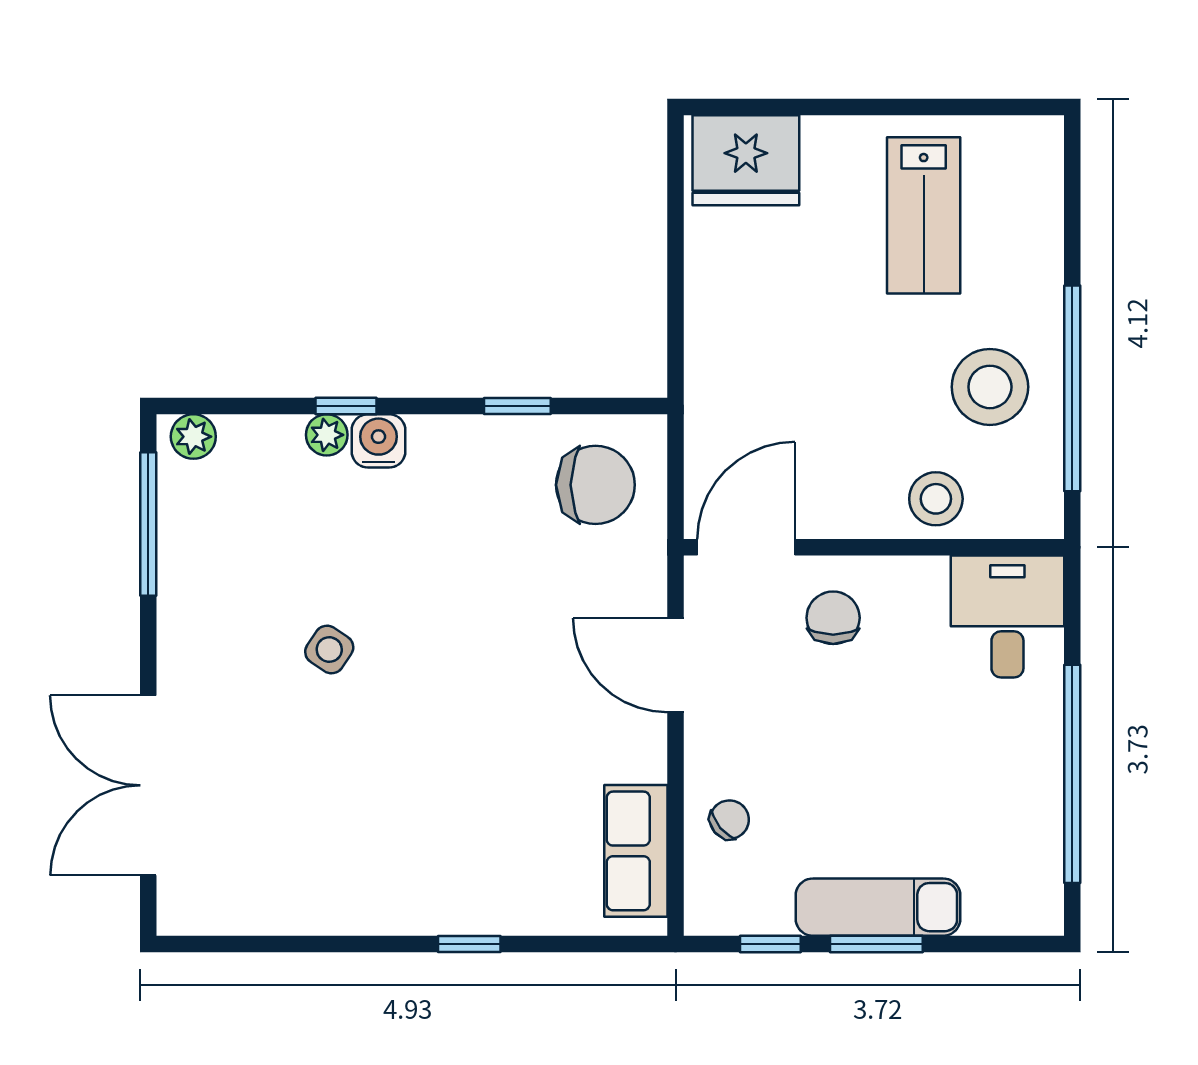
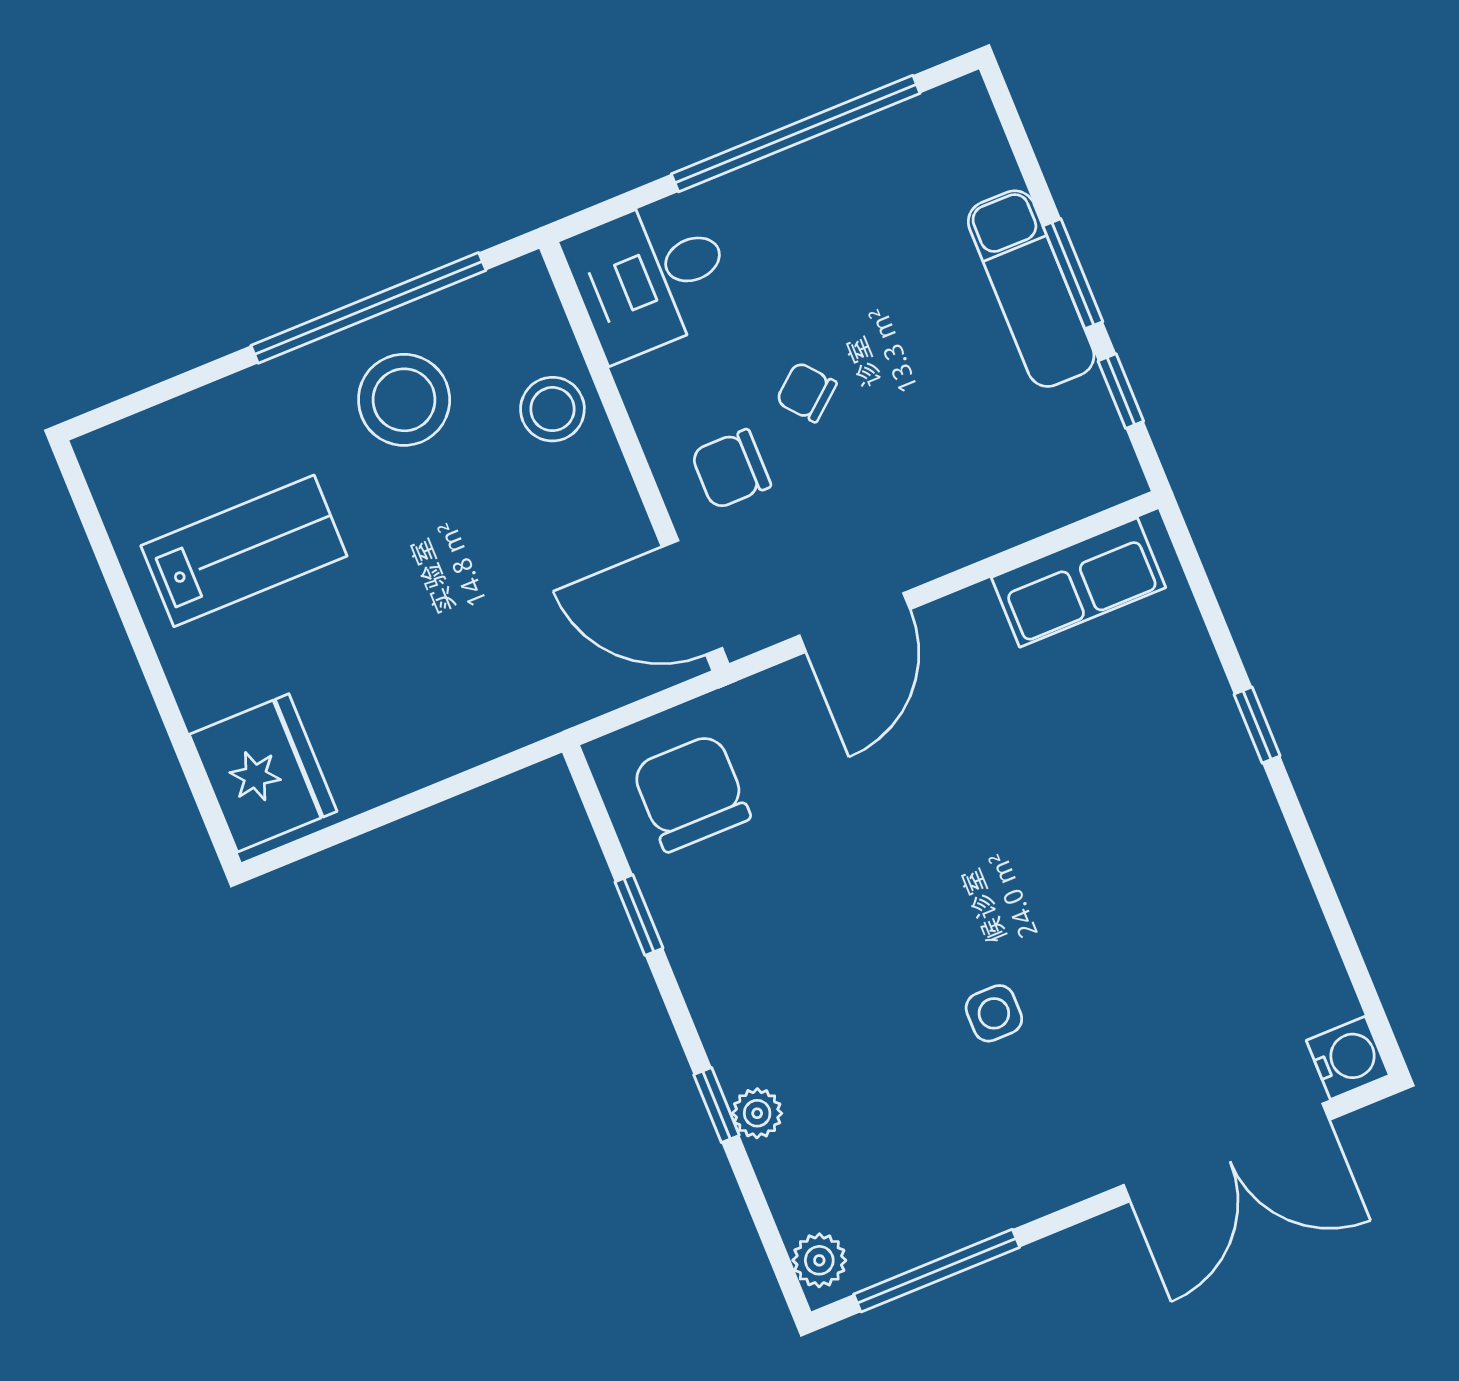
water cooler: (378, 441) -> (1348, 1058), moved, turned 180
side table: (329, 650) -> (994, 1013), turned -34
chair: (729, 820) -> (806, 392), moved

